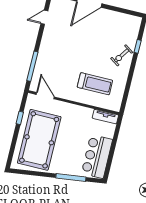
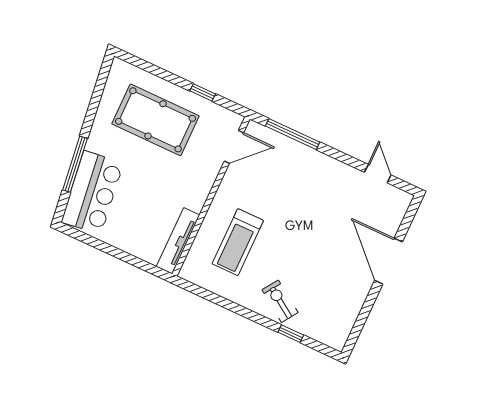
tv unit: (105, 117) -> (178, 241), width x1.41
pool table: (39, 140) -> (155, 120), width x0.73, depth x0.76
bar counter: (97, 156) -> (92, 193), moved, turned 83

